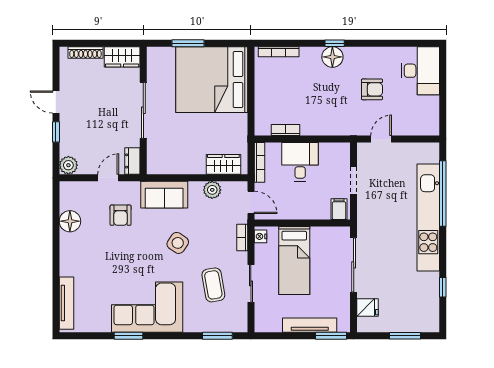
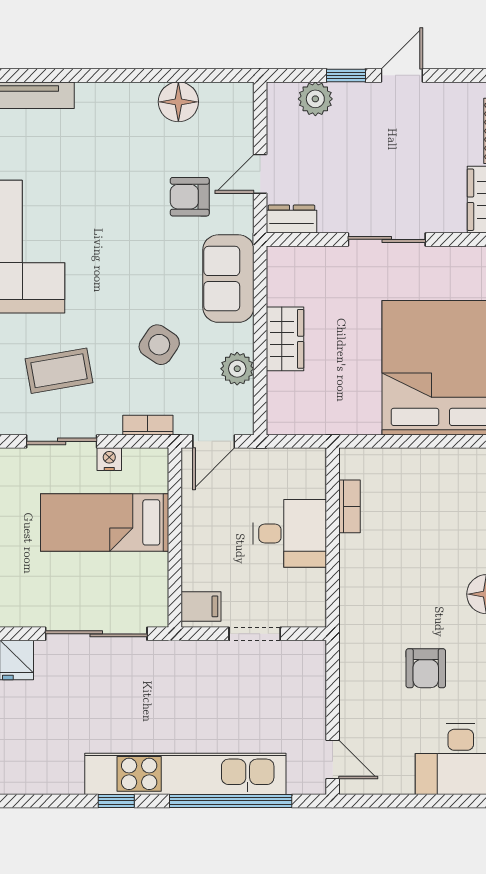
sliding door: (143, 110) -> (387, 239), width x0.73
door: (381, 139) -> (333, 760), moved
bookcase: (259, 162) -> (289, 457), removed
wardrobe: (223, 164) -> (285, 339), moved
plant: (68, 165) -> (315, 99), moved
door: (108, 178) -> (260, 174), swing flipped
nightstand: (260, 236) -> (109, 459), moved
side table: (178, 243) -> (159, 345), moved
window: (443, 287) -> (116, 801), moved

